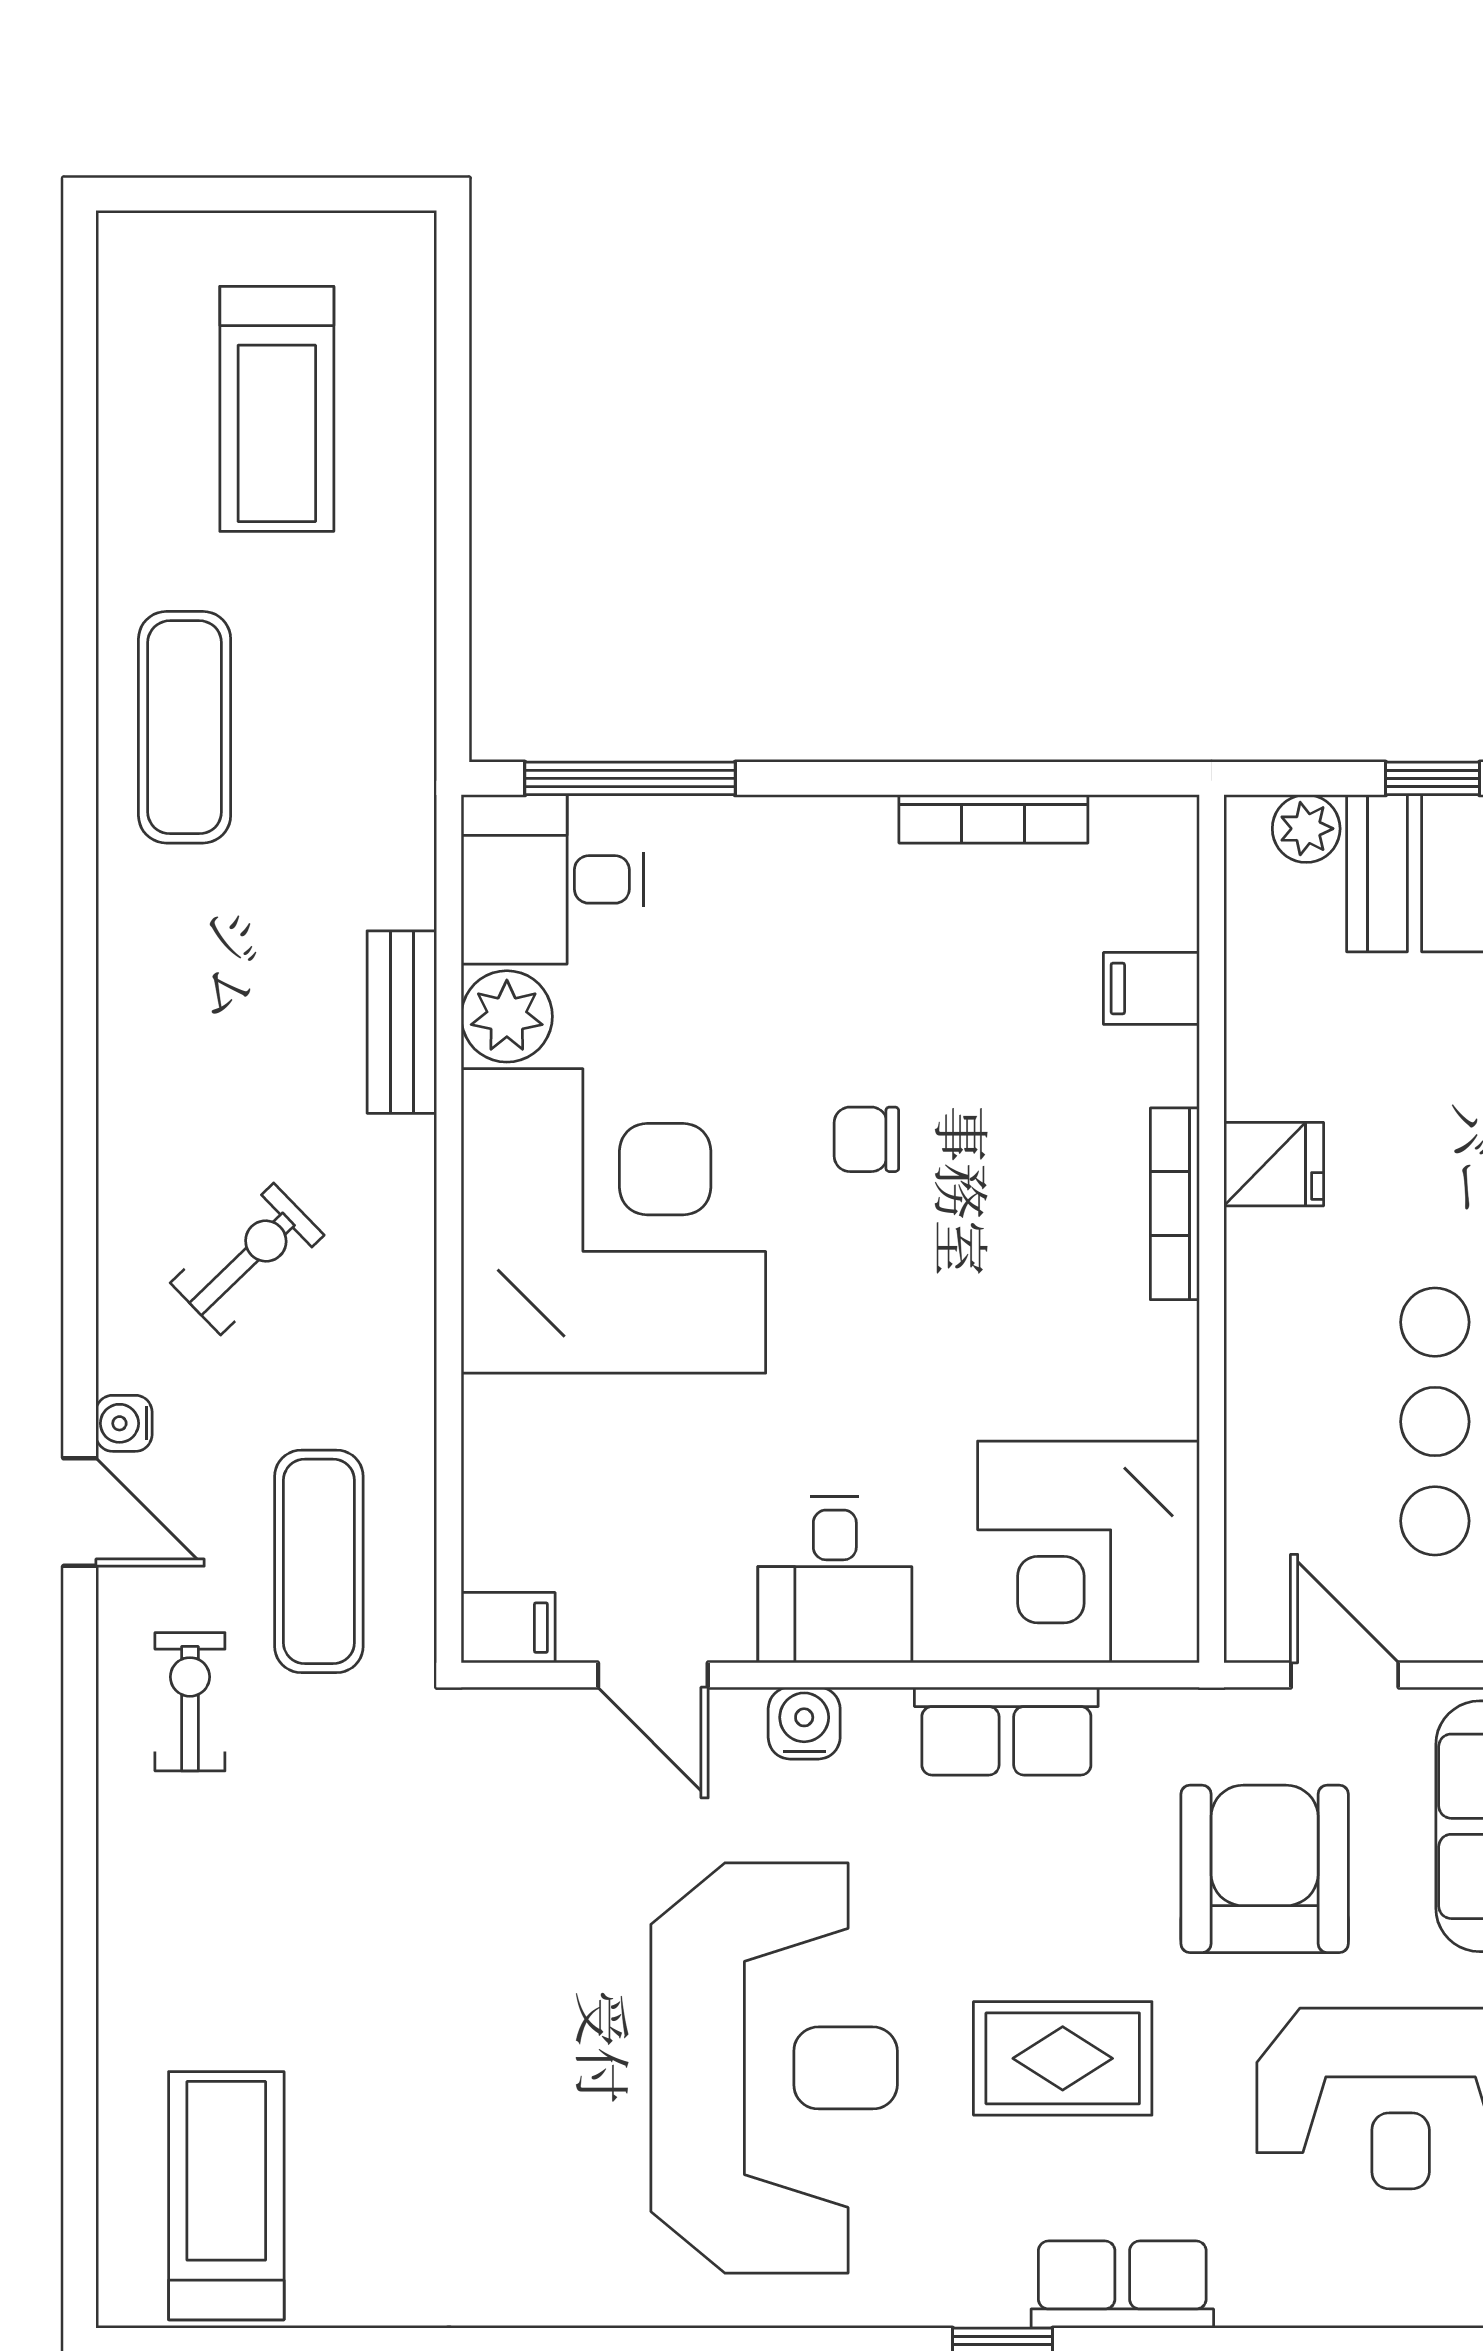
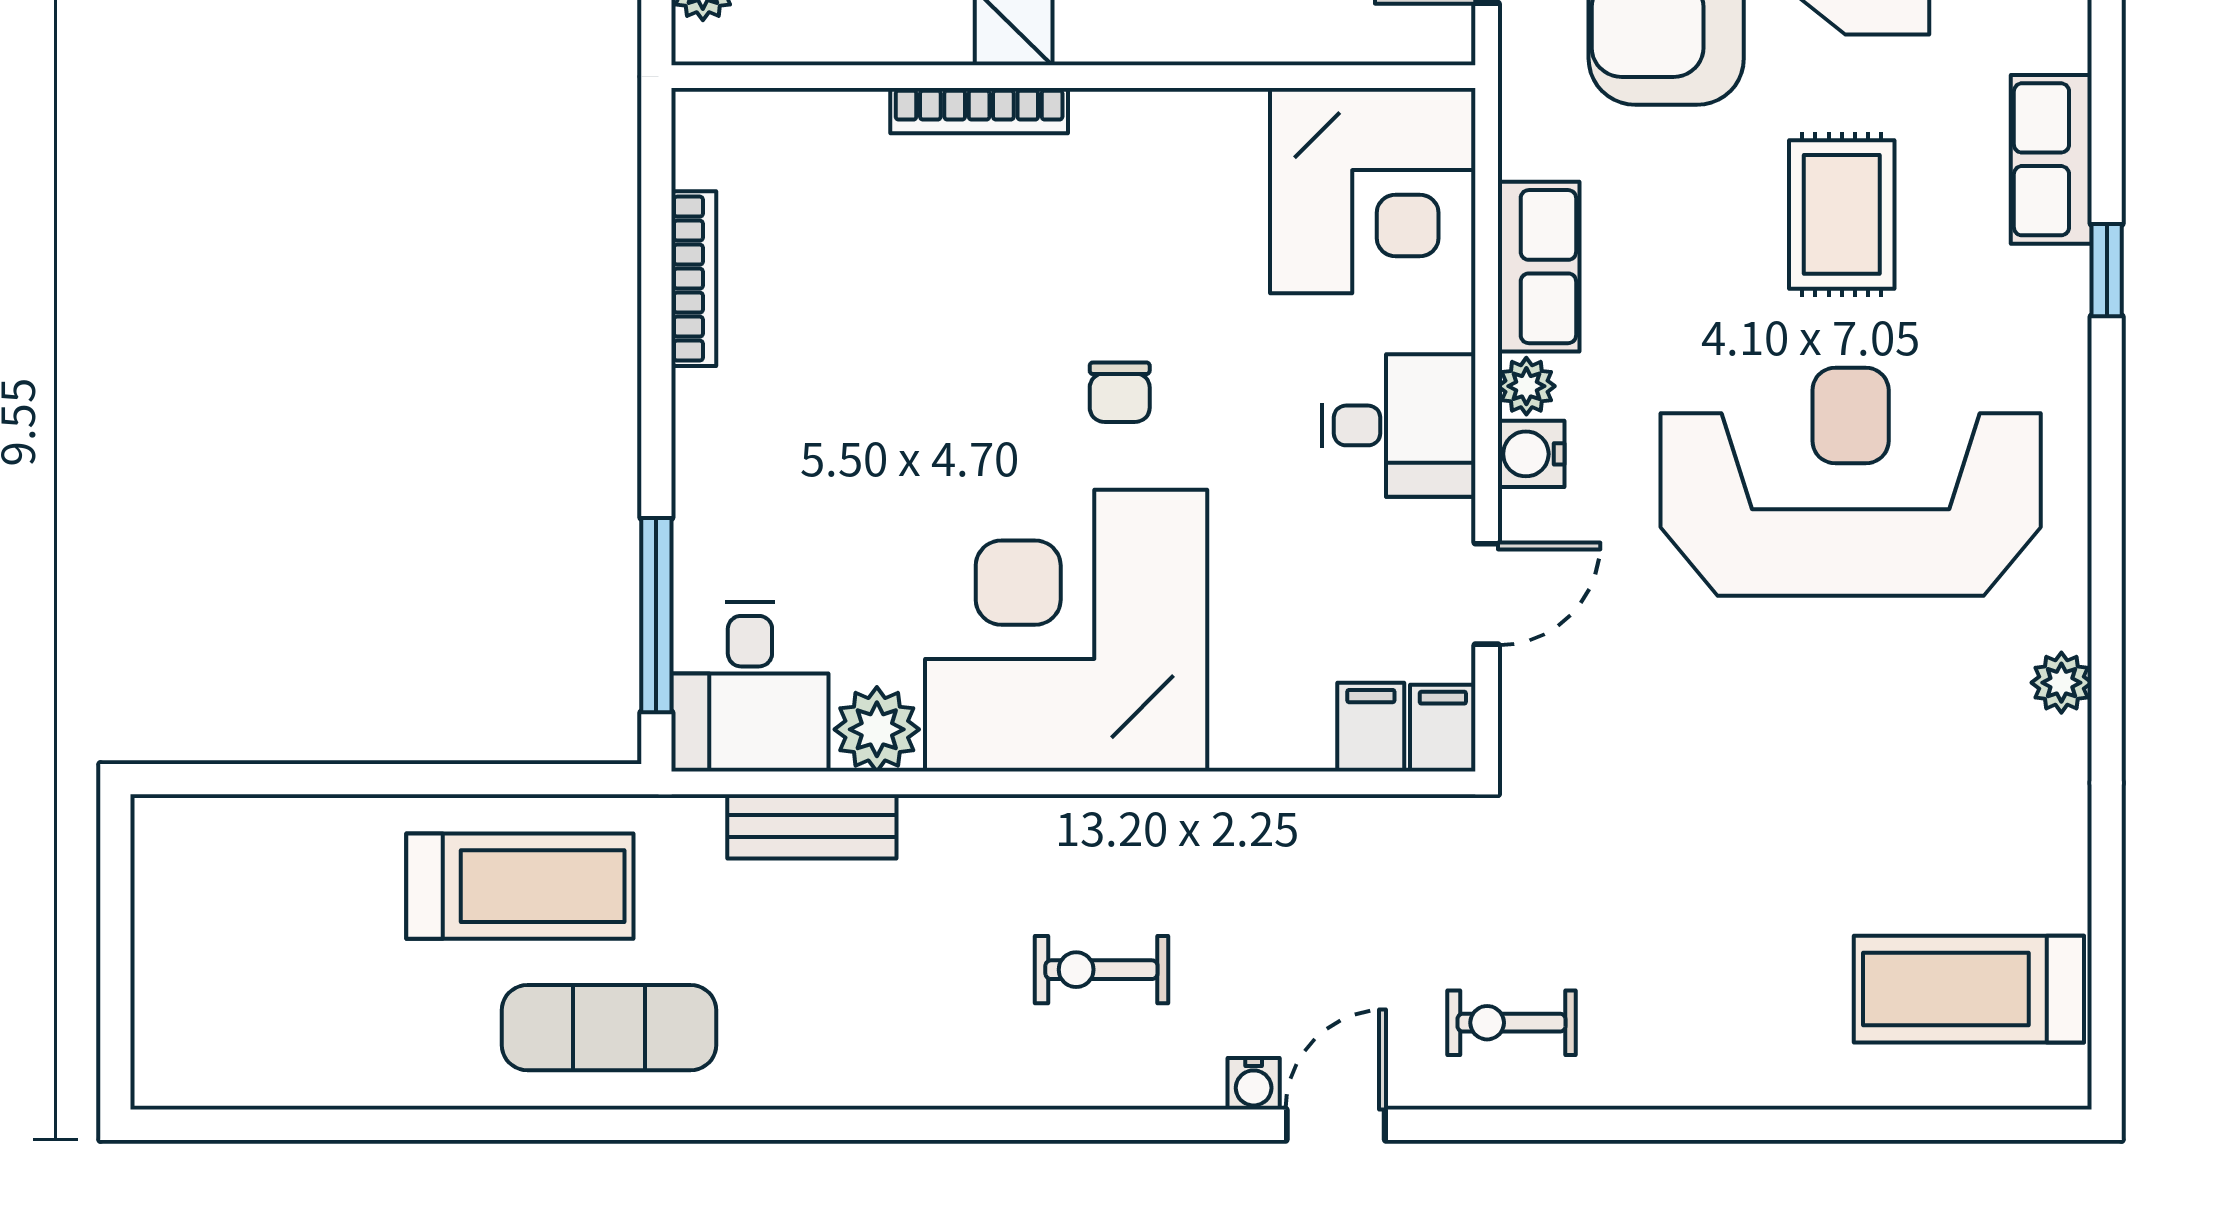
treadmill: (277, 409) -> (520, 886), moved
filing cabinet: (1151, 988) -> (1371, 727), moved, turned 180
bench: (402, 1022) -> (812, 826), moved
chair: (866, 1139) -> (1120, 392), moved
bookcase: (1175, 1204) -> (979, 111), moved
exercise bike: (247, 1259) -> (1101, 970), turned -46
exercise mat: (319, 1561) -> (1381, 903), removed
plant: (877, 1718) -> (1526, 386), added
plant: (557, 2296) -> (2061, 683), added

